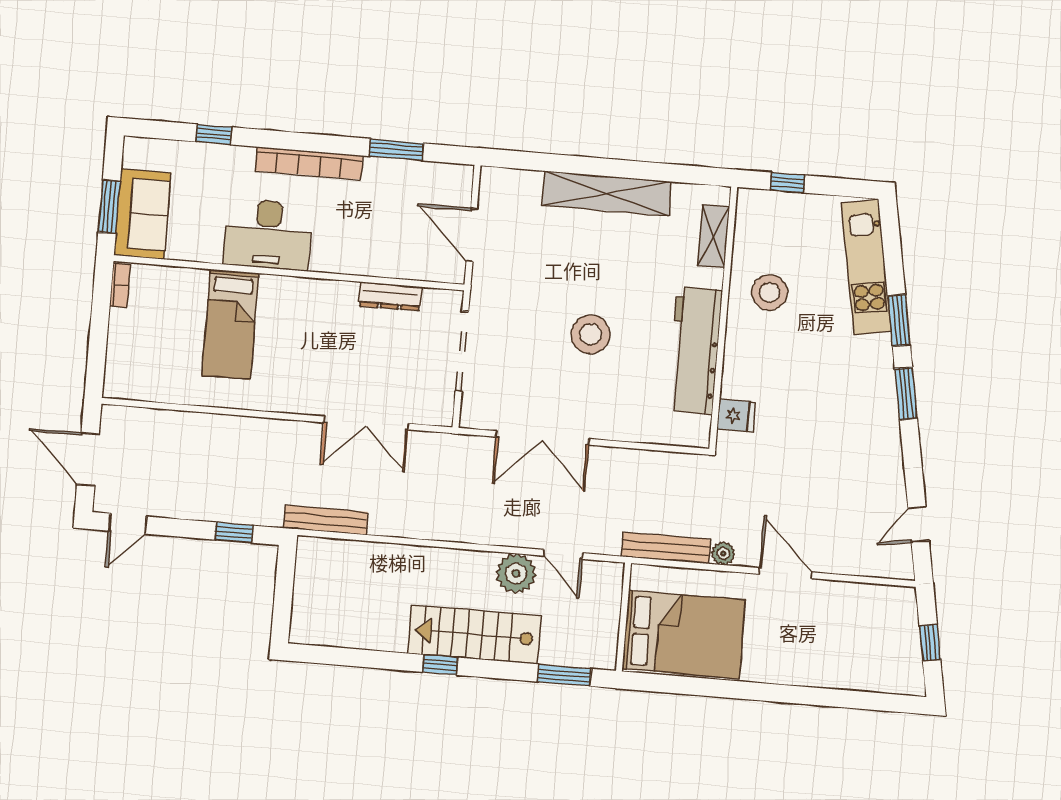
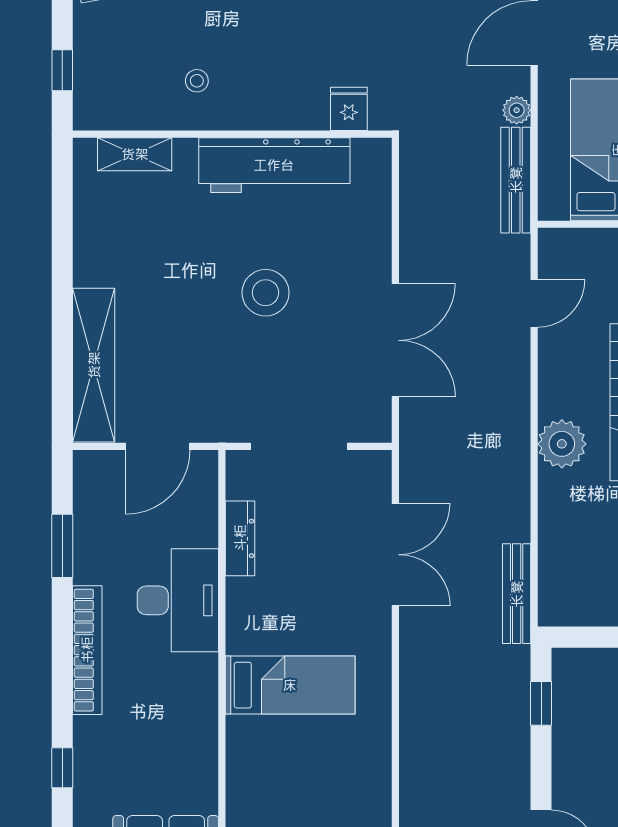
shelving: (607, 193) -> (94, 365), moved
desk: (268, 235) -> (178, 600), moved
stool: (770, 292) -> (197, 81), width x0.53, depth x0.53
bed: (230, 324) -> (290, 685), moved
plant: (516, 573) -> (562, 444), moved

